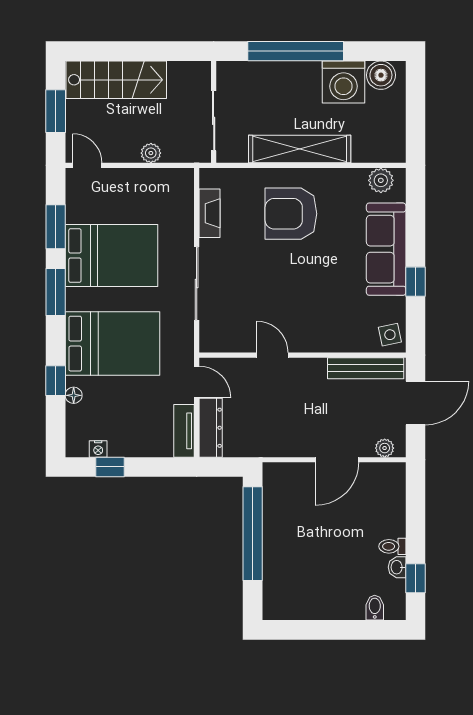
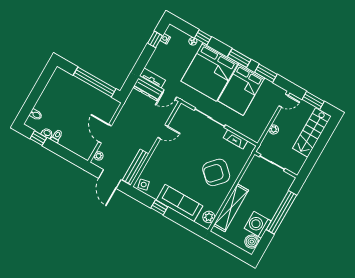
shelving: (300, 149) -> (231, 208), moved
armchair: (291, 214) -> (216, 172), turned -137
bed: (112, 344) -> (210, 72), width x1.36

